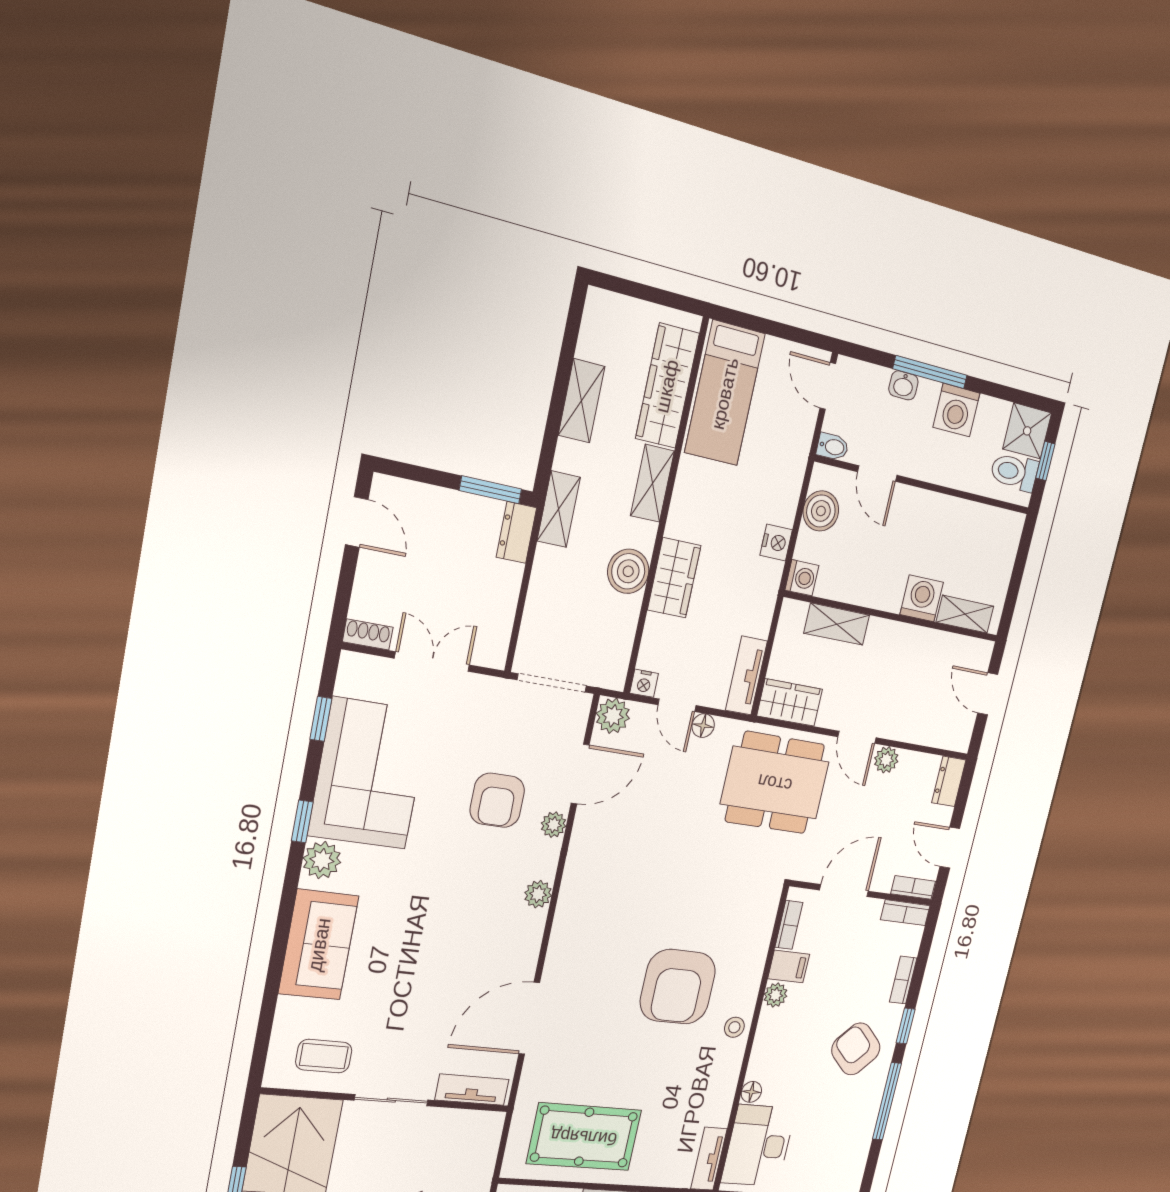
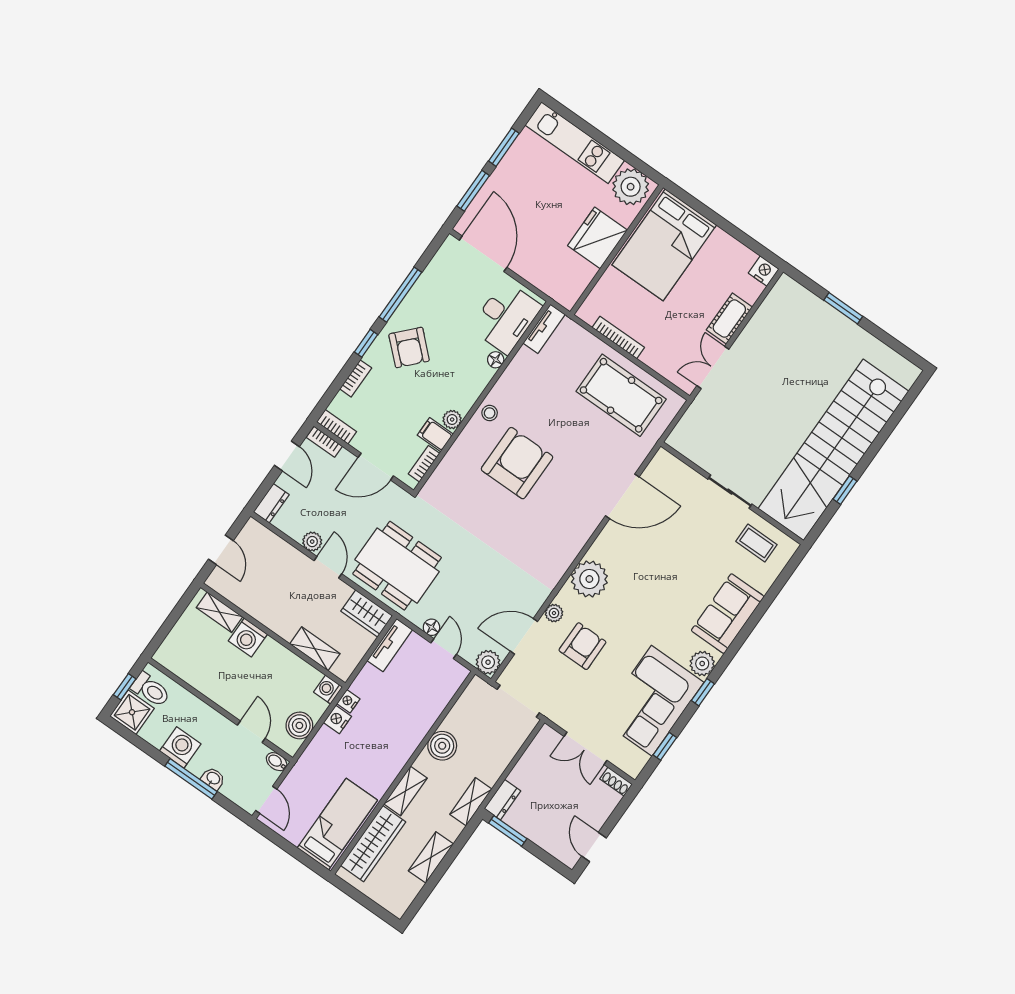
wardrobe: (674, 578) -> (414, 728), removed
nightstand: (644, 683) -> (348, 701), moved, turned -90
plant: (538, 894) -> (589, 579), width x1.88, depth x1.88
tv unit: (472, 1090) -> (678, 470), removed

